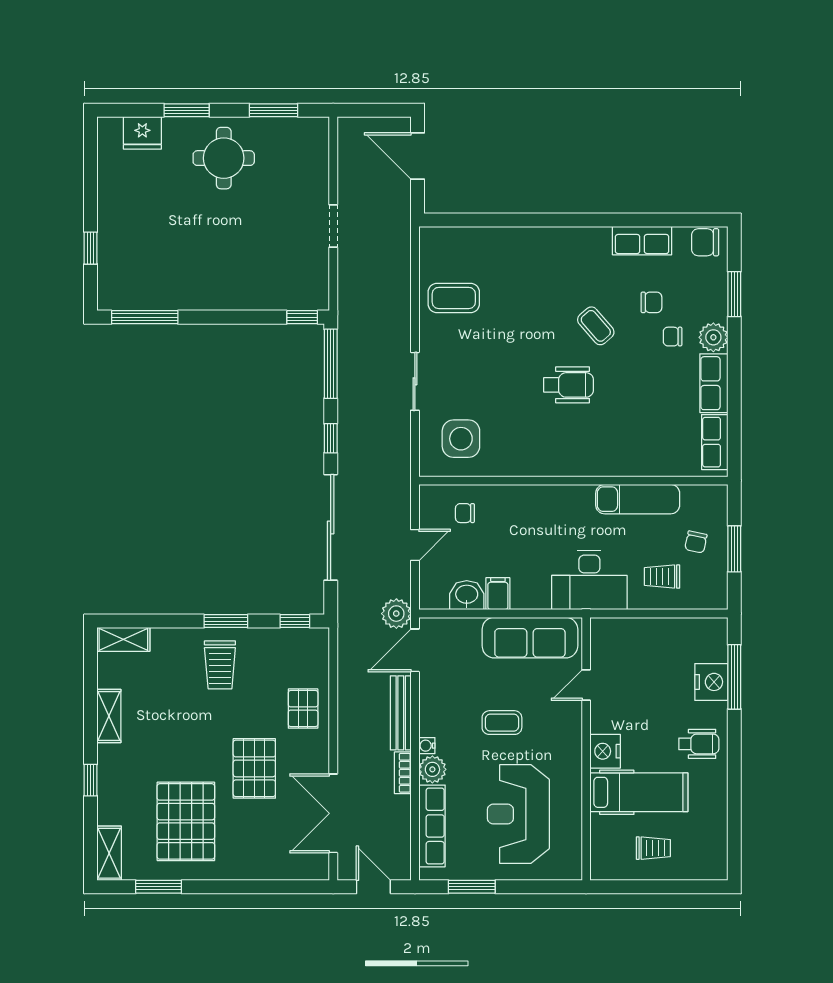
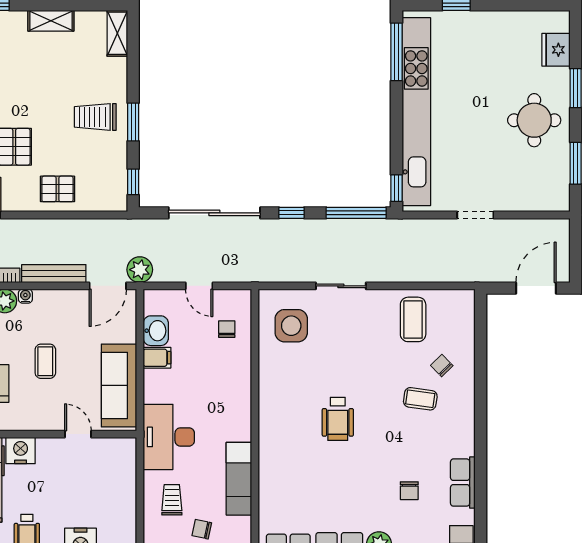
kitchen unit: (214, 294) -> (416, 112), added
coffee table: (596, 326) -> (420, 399), moved, turned 49
chair: (673, 337) -> (442, 366), moved, turned -44
door: (415, 650) -> (108, 286), swing flipped

